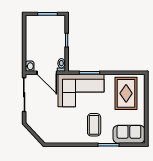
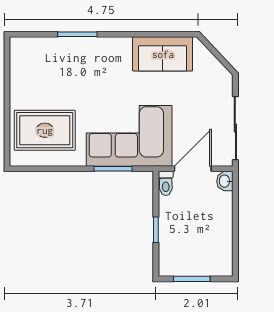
door: (47, 73) -> (193, 169), hinge flipped
rug: (126, 93) -> (45, 130), turned 90
coffee table: (94, 125) -> (105, 72), removed
sofa: (129, 134) -> (163, 54), moved

